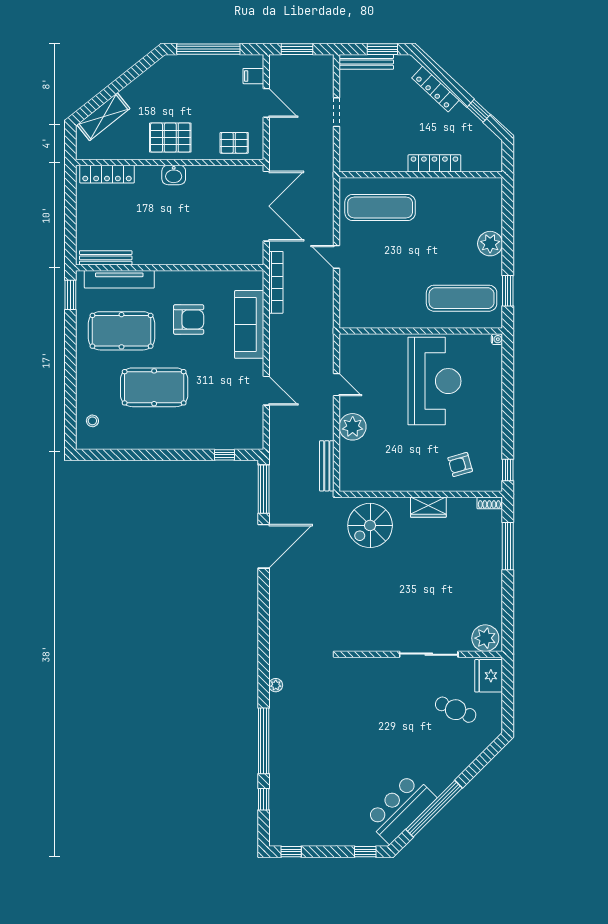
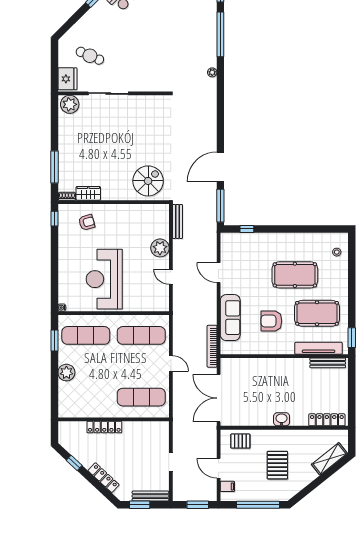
pallet: (170, 138) -> (277, 465), moved, turned 90
exercise mat: (380, 298) -> (141, 335), added
wardrobe: (428, 507) -> (88, 193), moved

